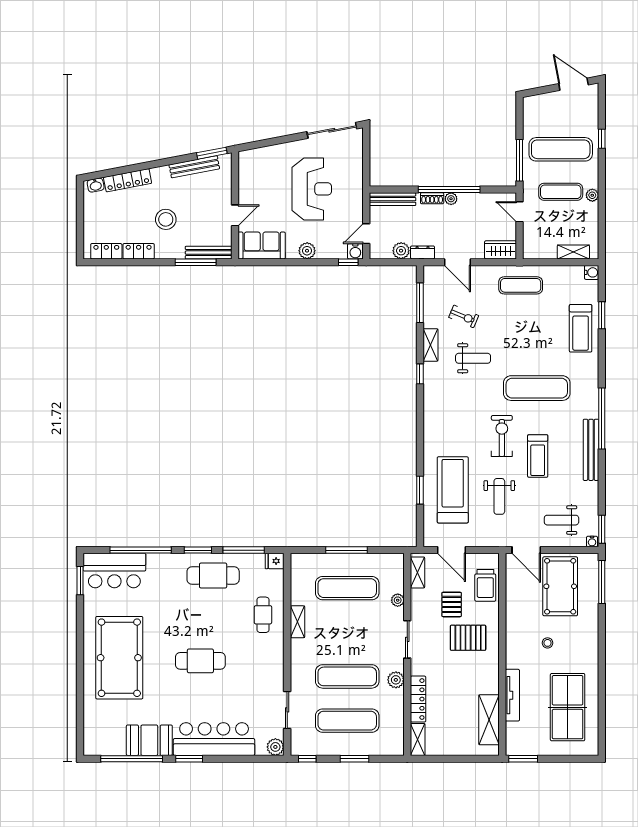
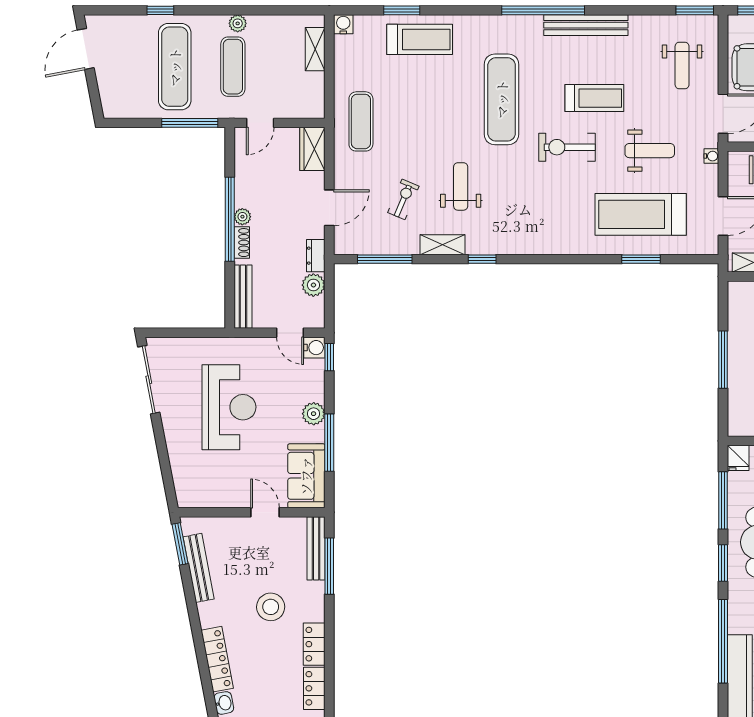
reception desk: (312, 189) -> (229, 407), turned 90
window: (286, 262) -> (329, 443), added
water cooler: (592, 541) -> (711, 156), moved

